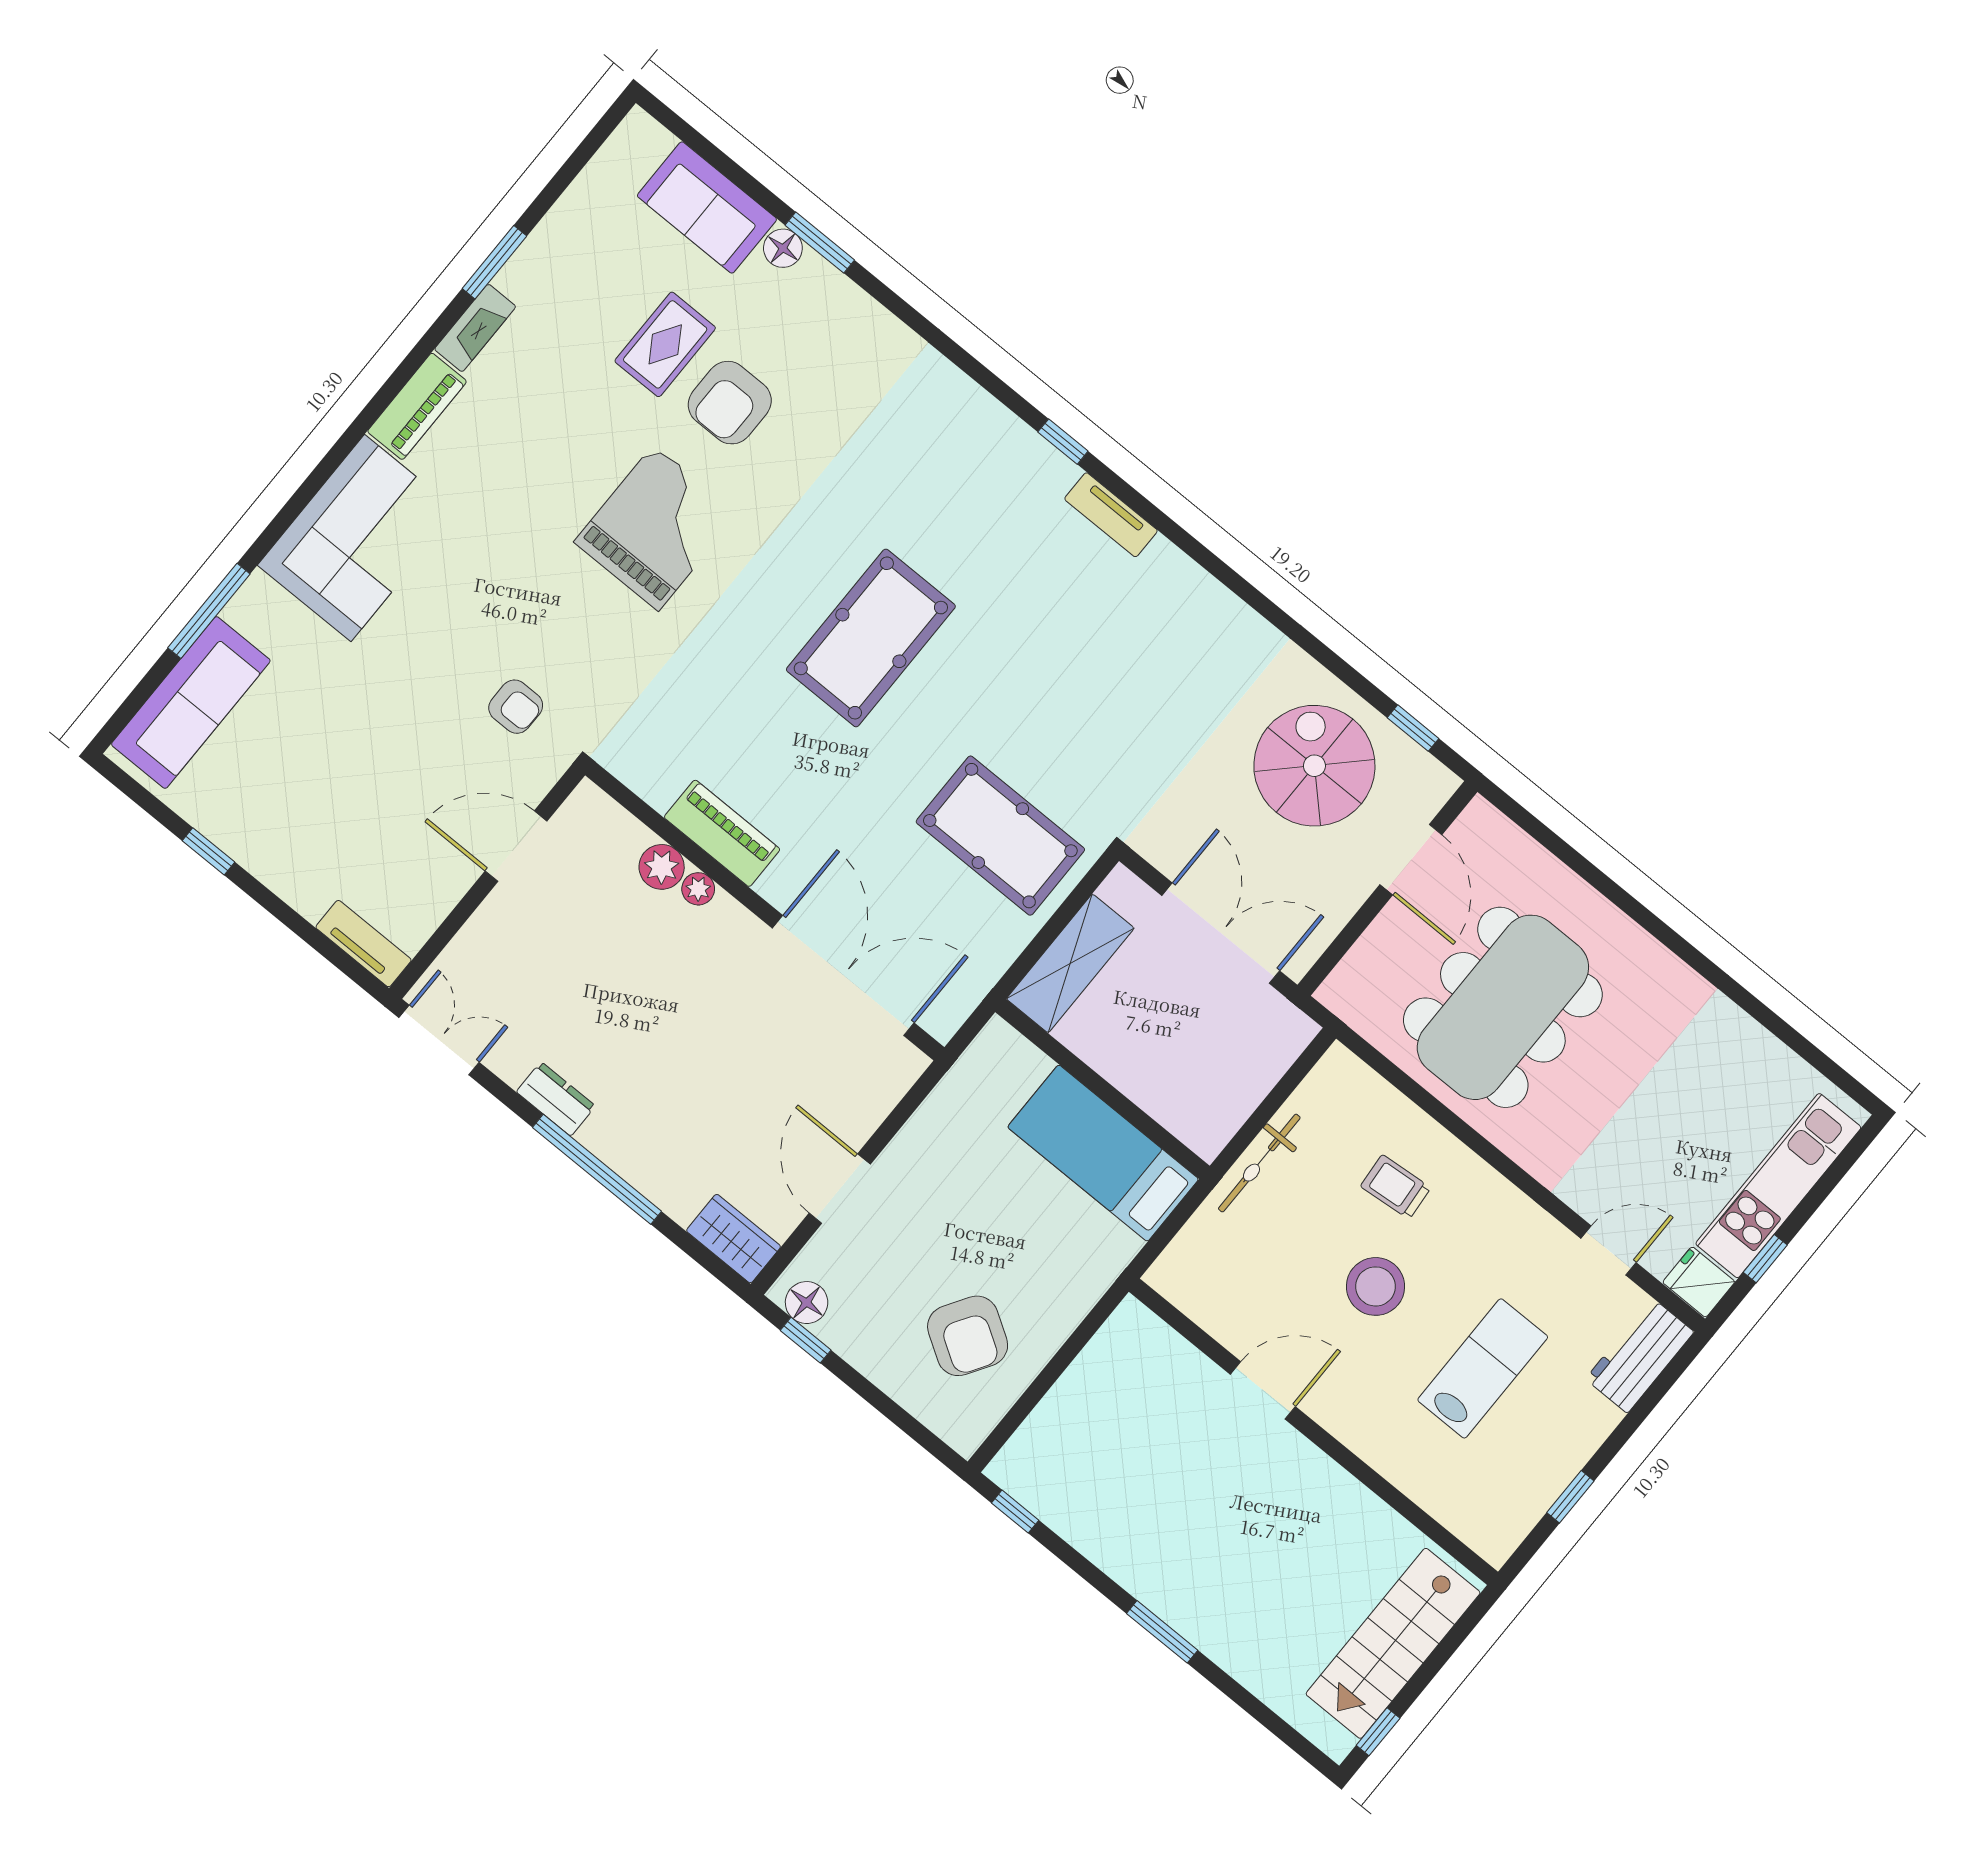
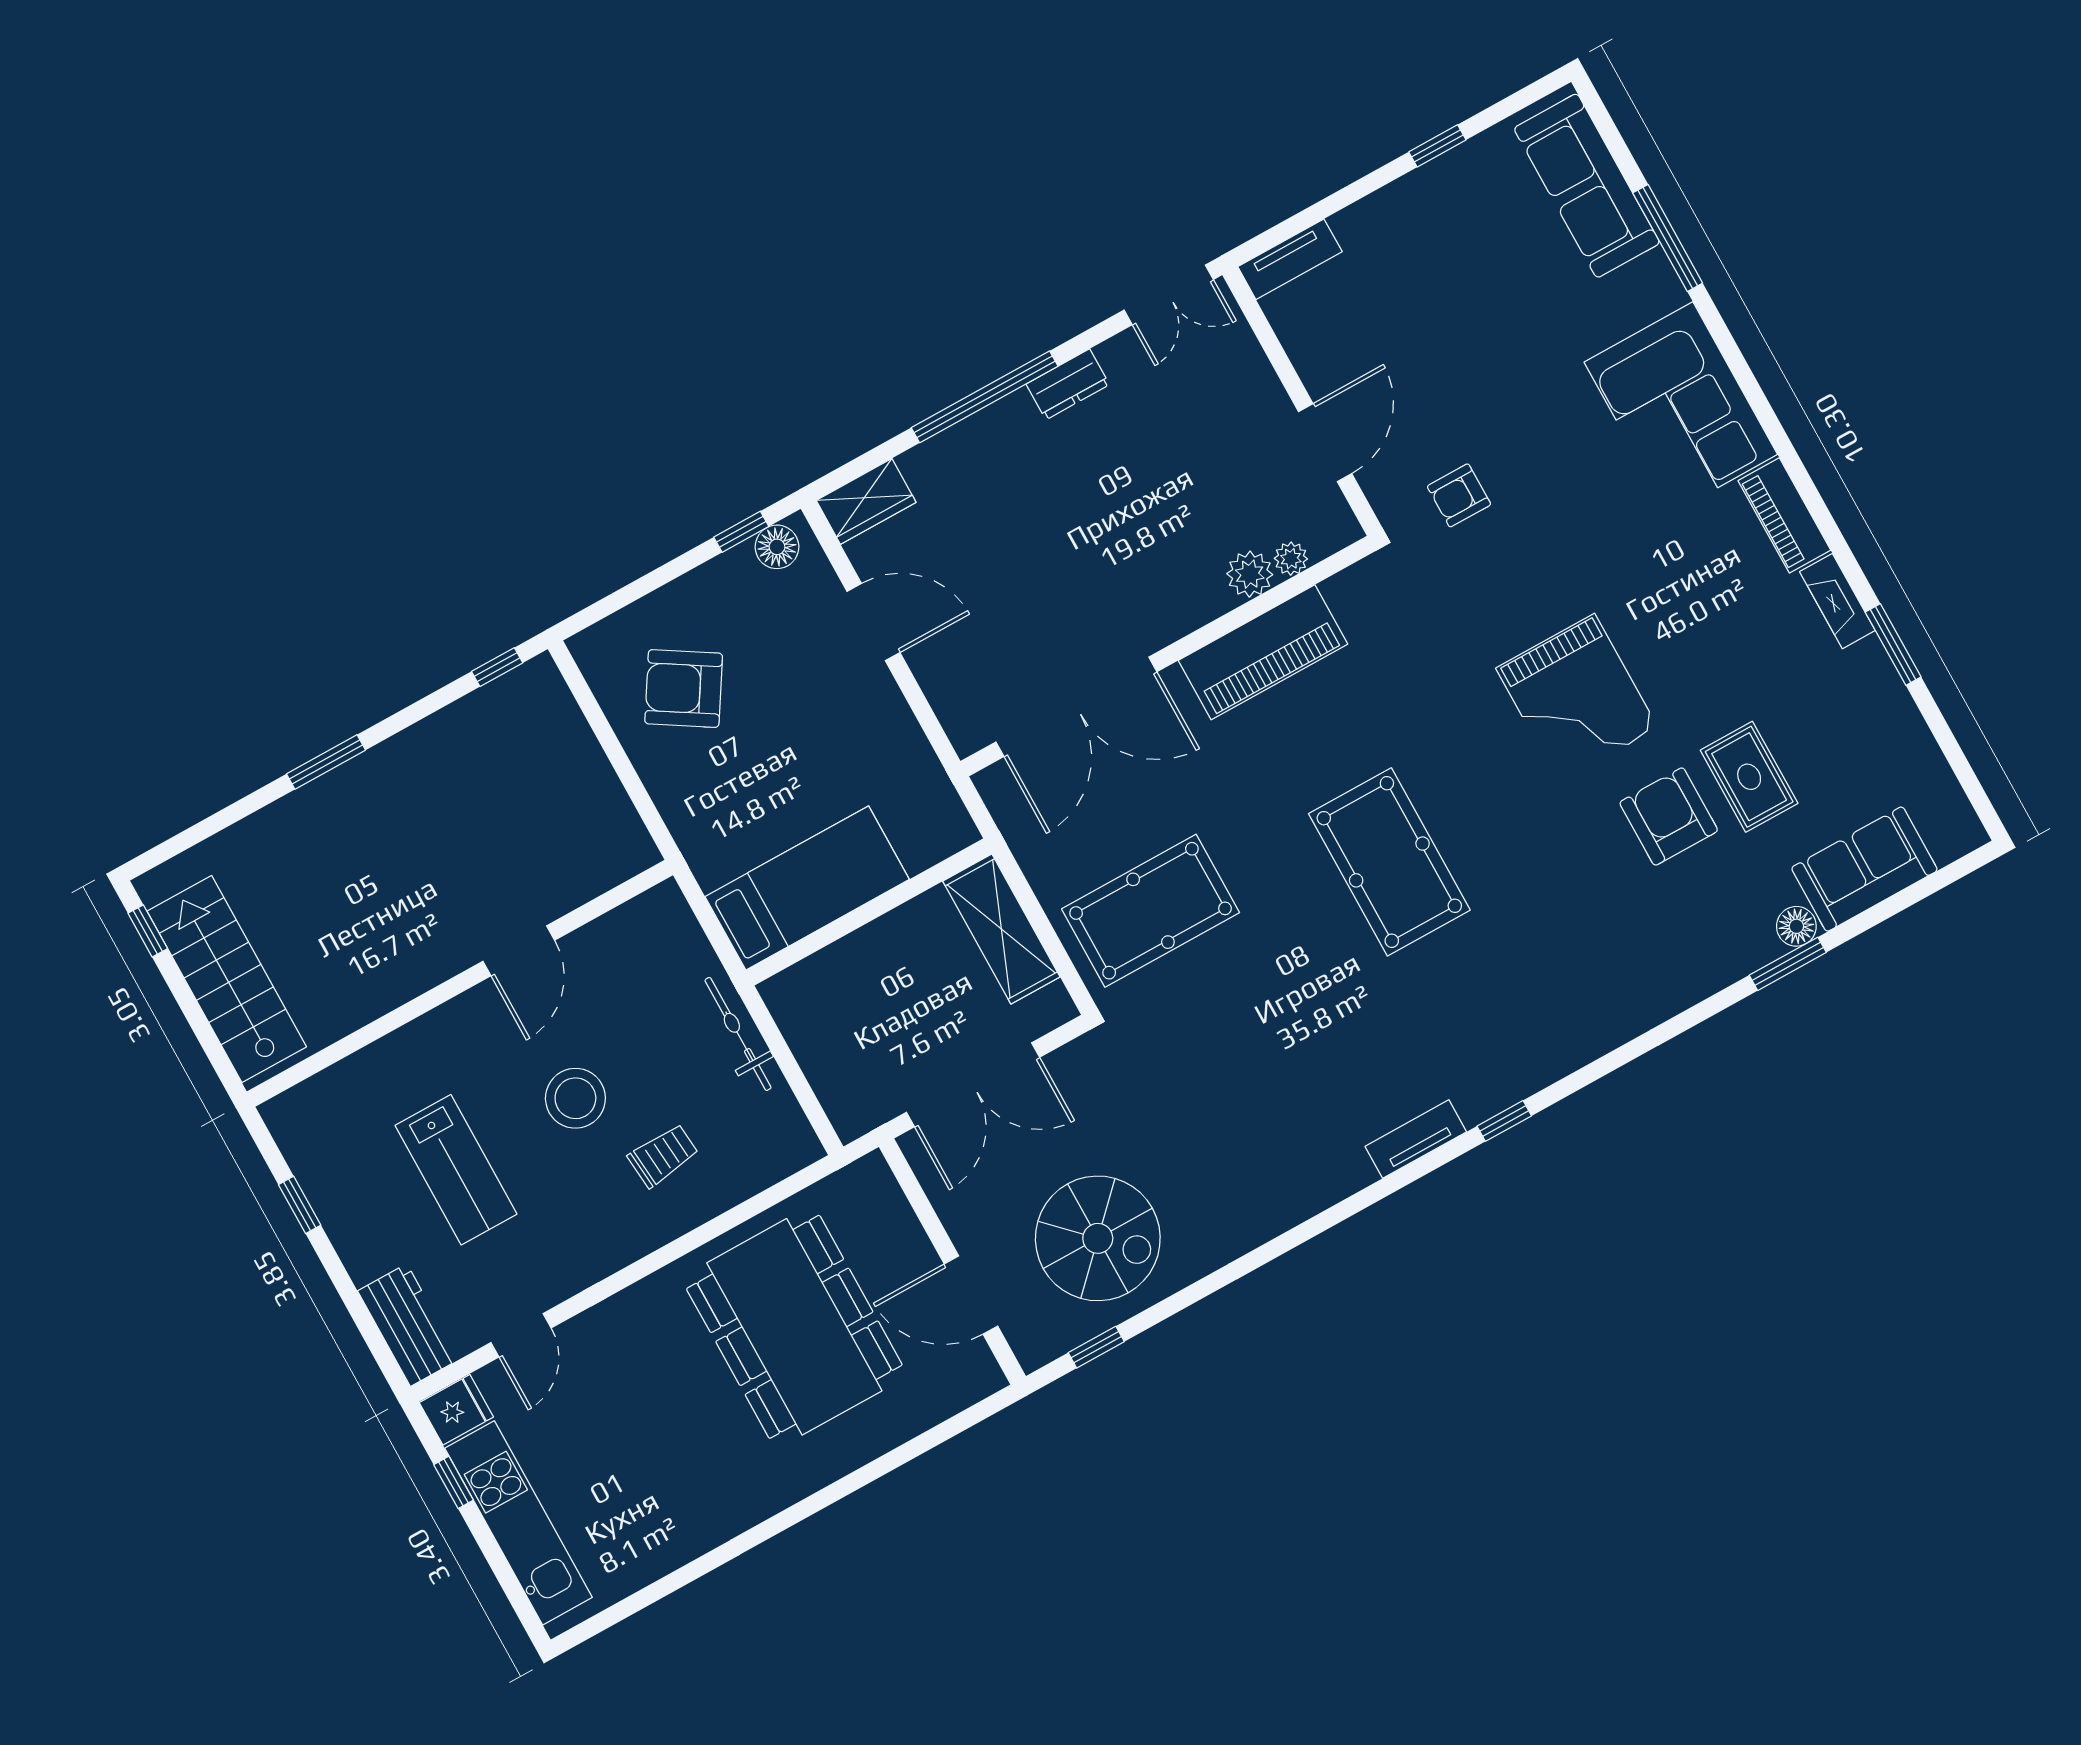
piano: (722, 833) -> (1263, 652), width x1.37, depth x1.33
plant: (698, 889) -> (1291, 559), moved

